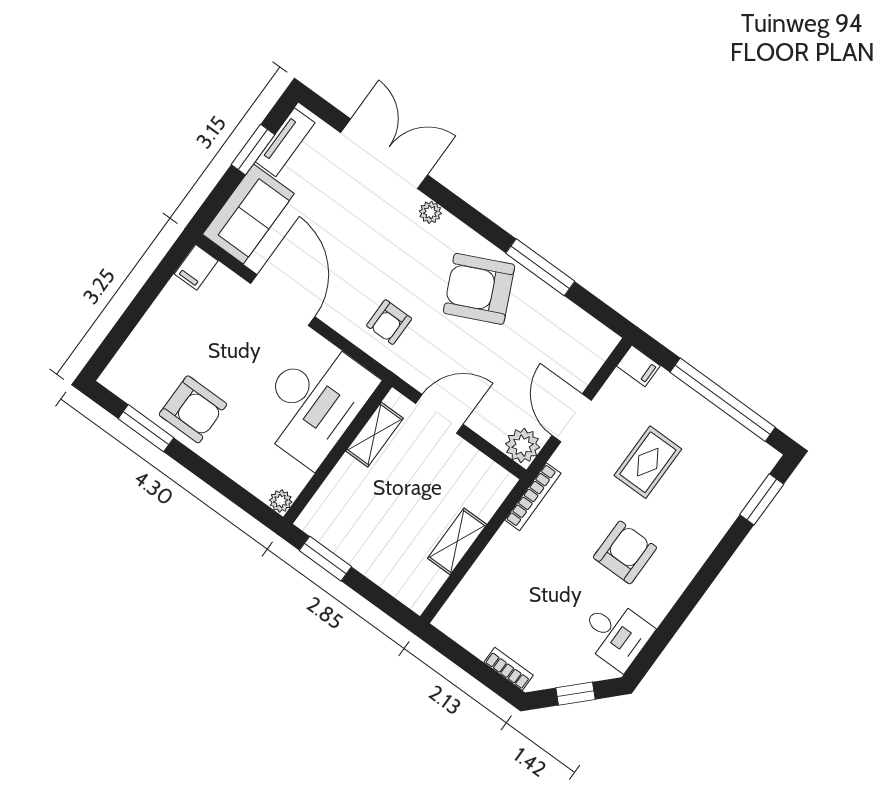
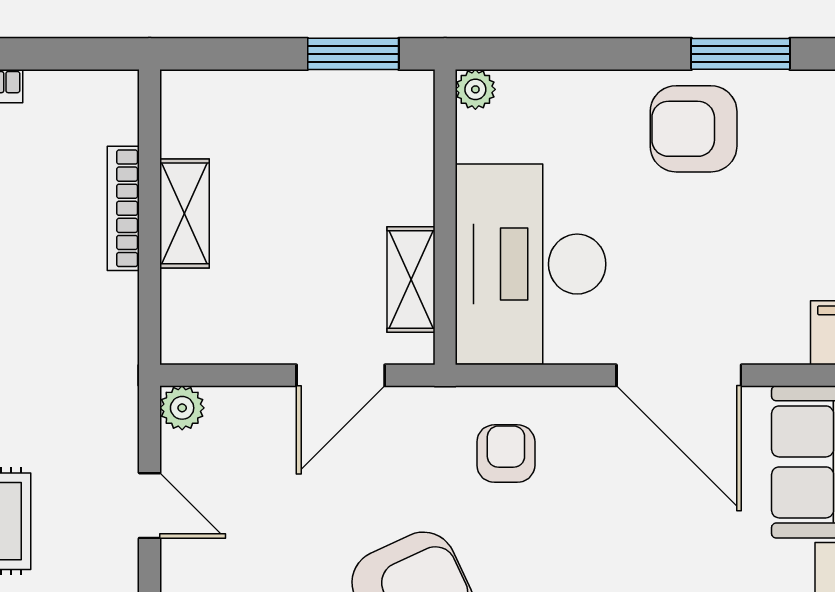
door: (572, 418) -> (150, 506), width x0.73
plant: (523, 446) -> (182, 408), width x0.73, depth x0.73
bookcase: (533, 497) -> (123, 208), moved

